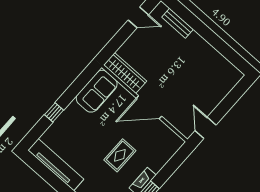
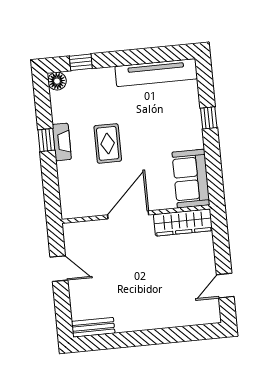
bench: (178, 23) -> (93, 327), moved
door: (206, 128) -> (59, 269), moved

